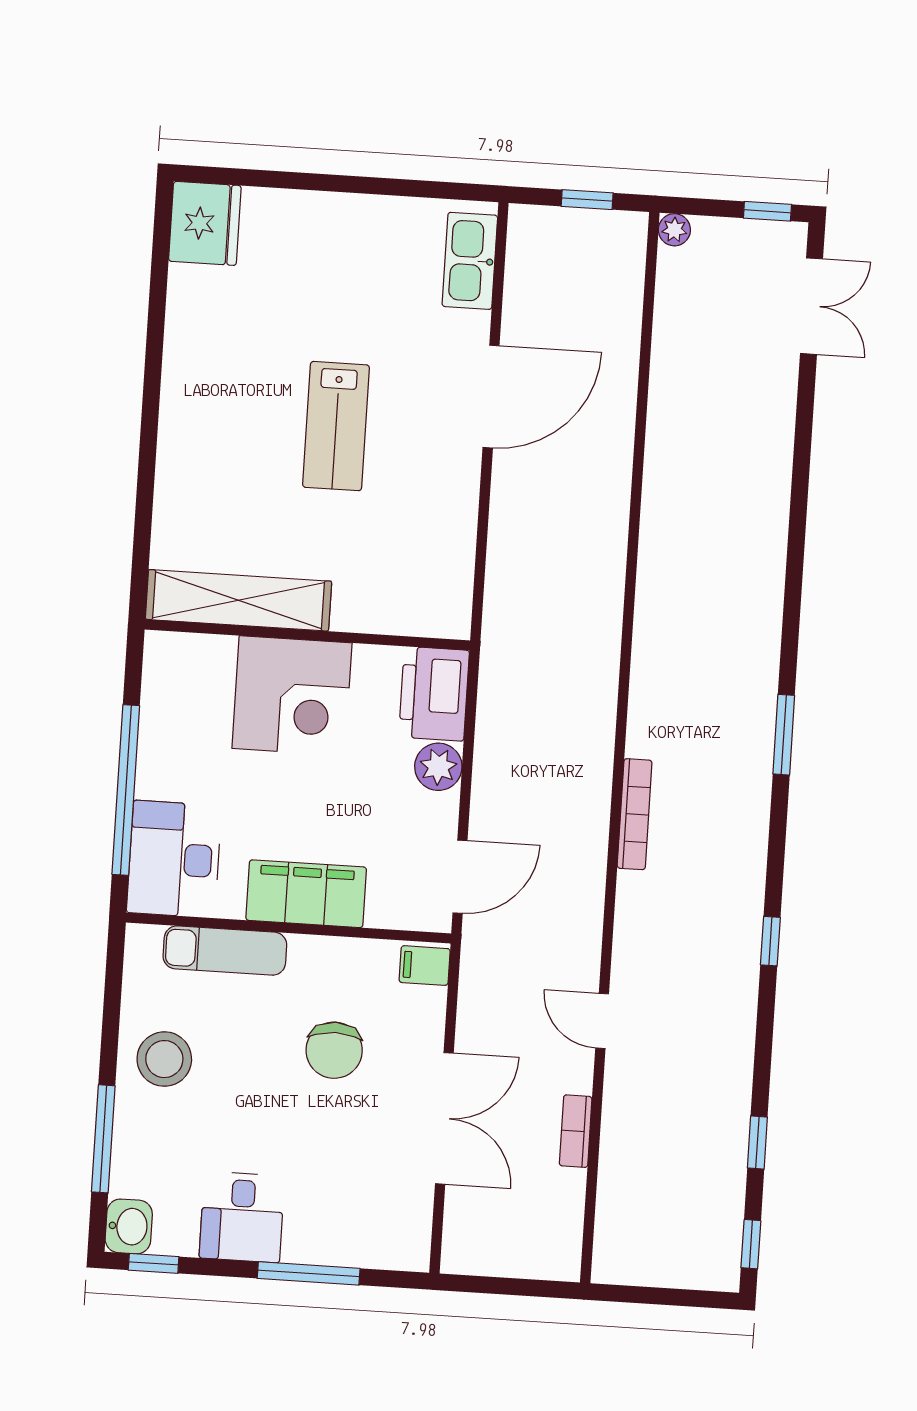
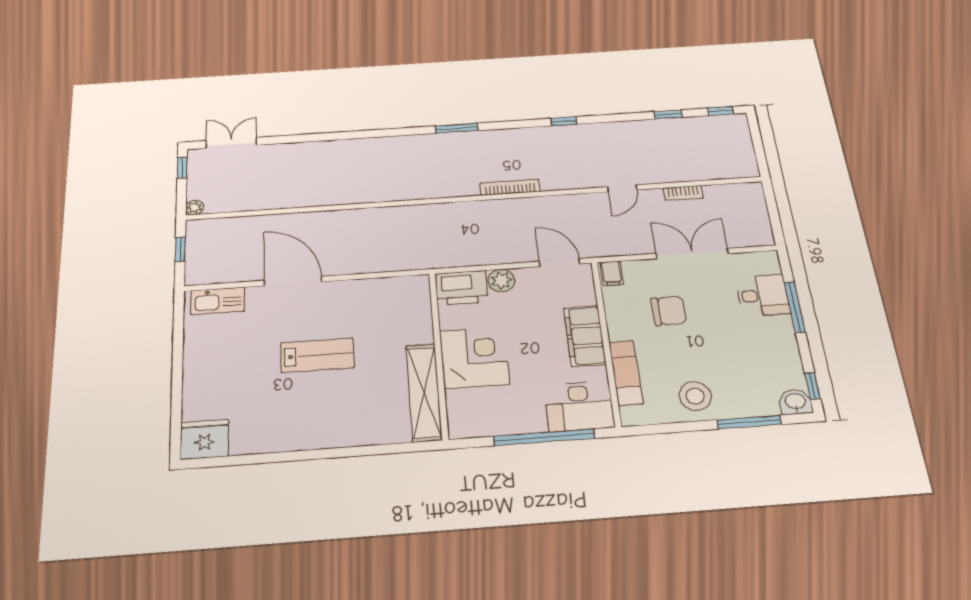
desk: (242, 1217) -> (763, 295), moved

